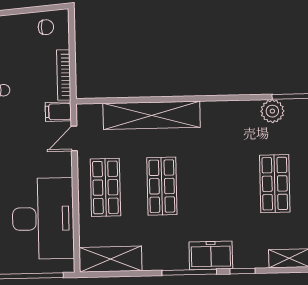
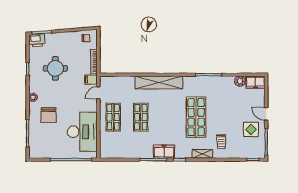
plant: (272, 111) -> (196, 82), removed
shelving: (152, 115) -> (159, 82), moved
shop shelf: (275, 184) -> (196, 117), width x1.43, depth x1.36
shelving: (111, 259) -> (115, 152), removed

